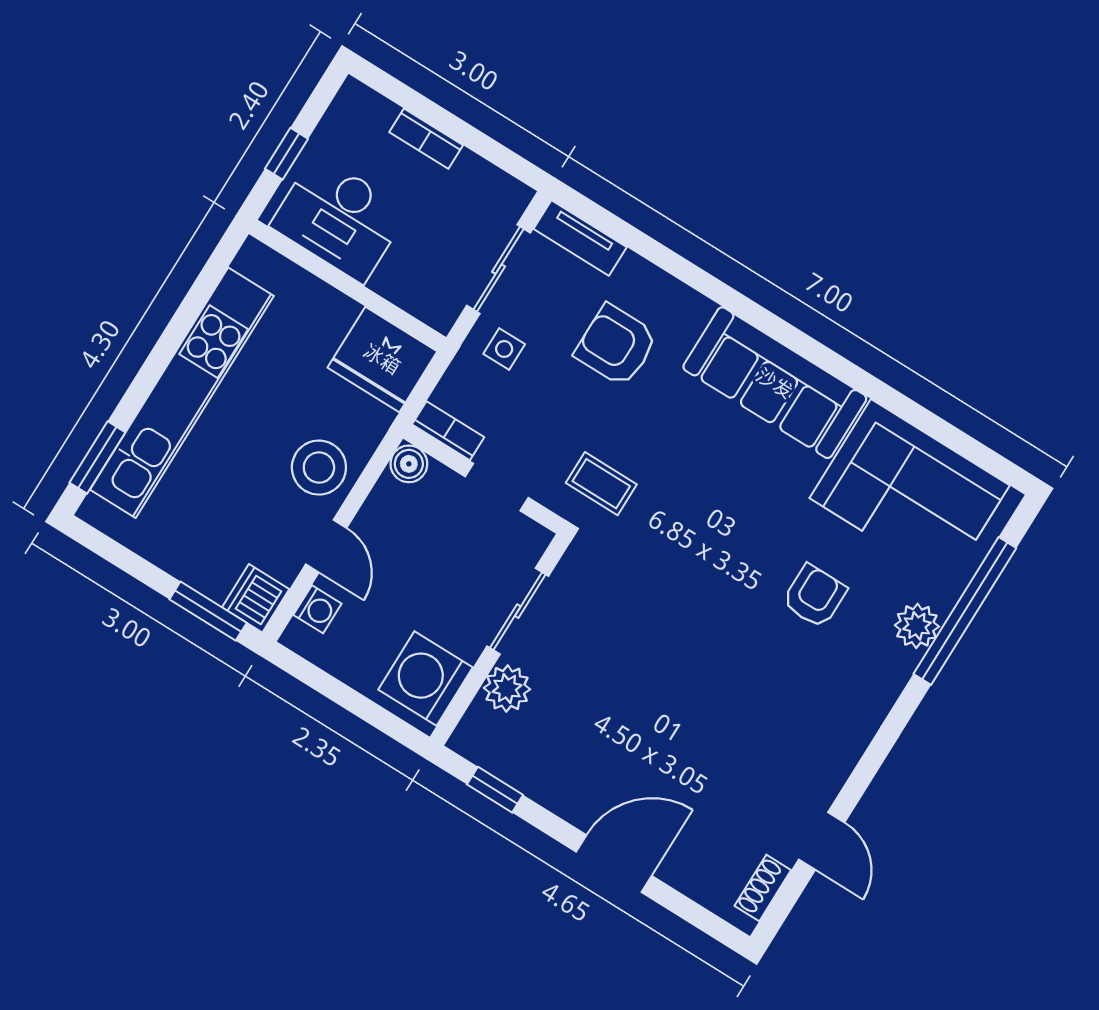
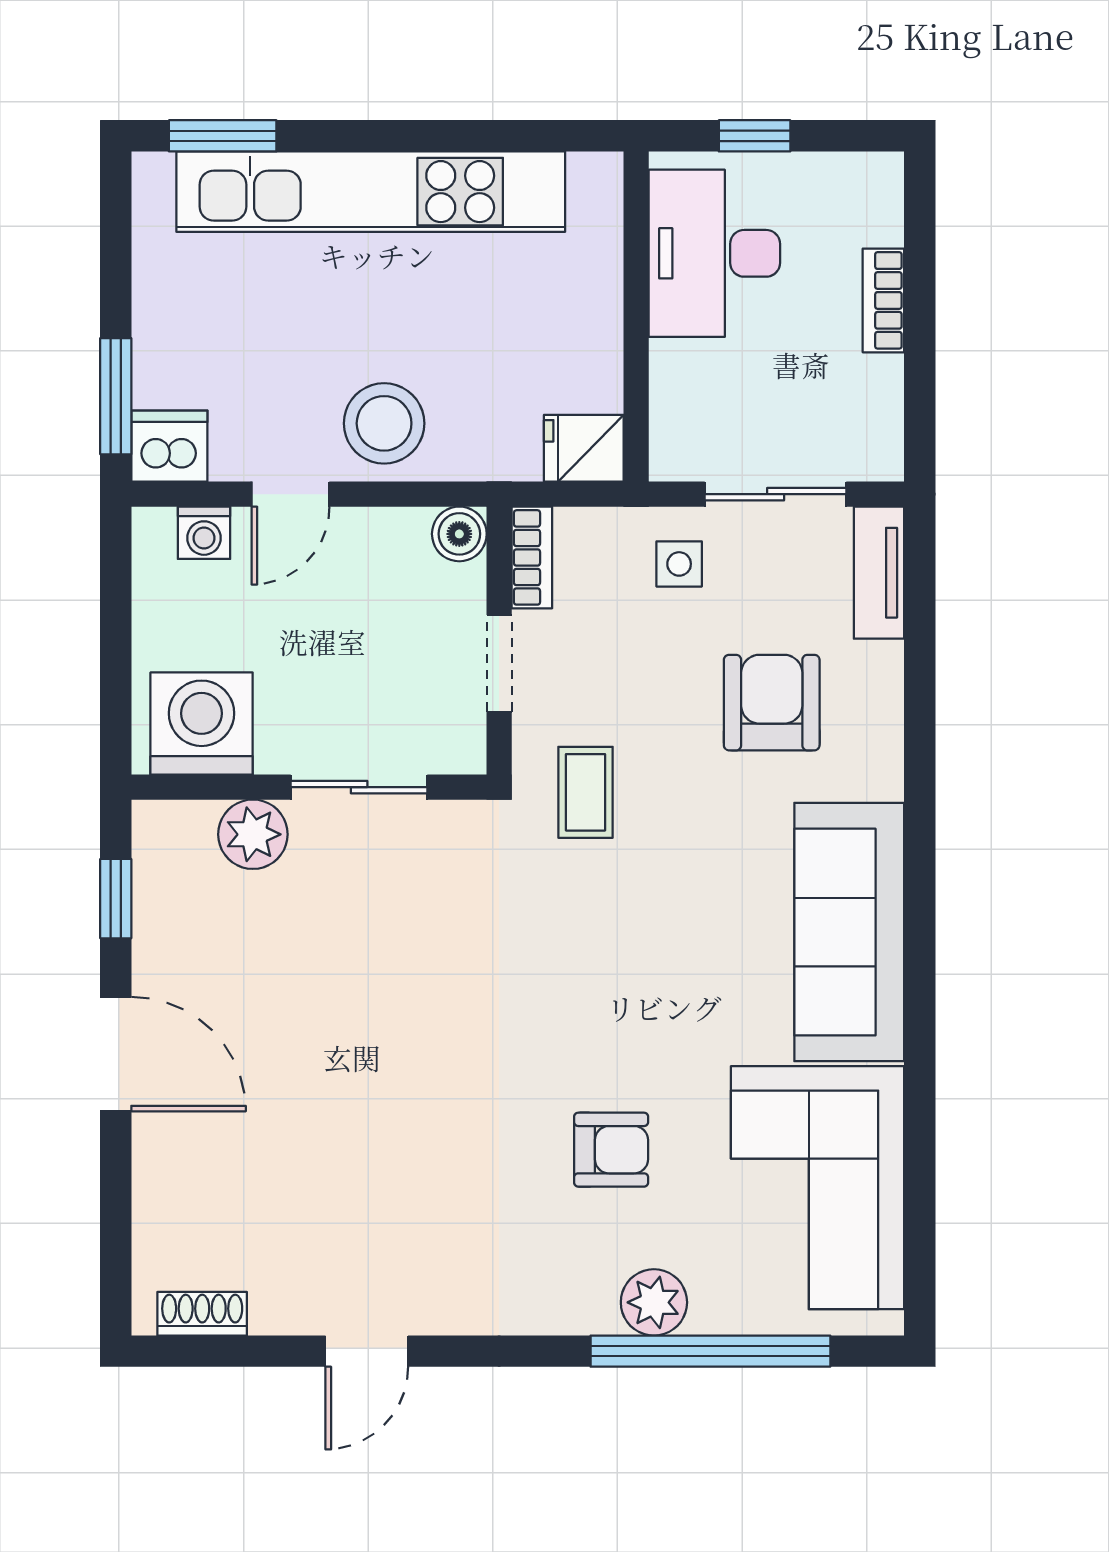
fridge: (382, 359) -> (584, 448), width x0.53, depth x0.75
door: (822, 841) -> (367, 1351), moved
door: (614, 864) -> (116, 1054), moved

